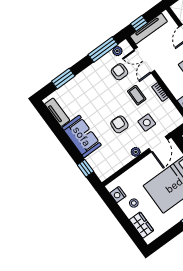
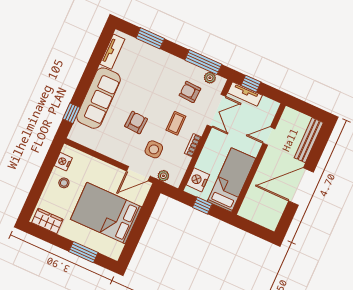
tv unit: (149, 29) -> (245, 94), width x0.71
double door: (144, 60) -> (216, 111), swing flipped
armchair: (120, 72) -> (190, 92), turned -87
sofa: (82, 136) -> (99, 98), width x1.36
plant: (136, 152) -> (163, 176), moved
wardrobe: (141, 225) -> (47, 221), moved, turned -90

